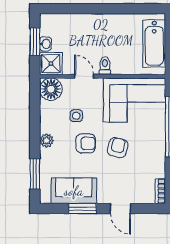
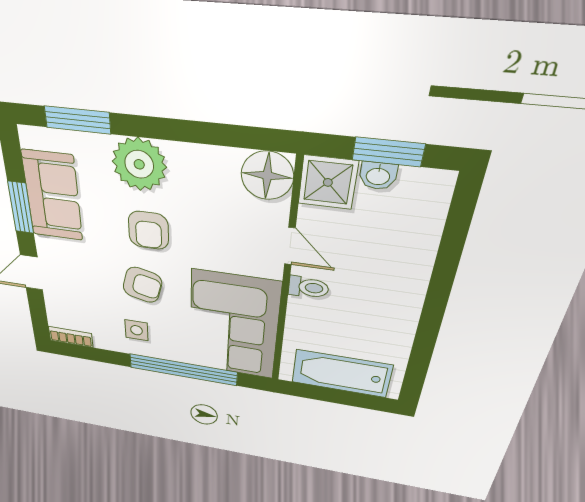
door: (84, 76) -> (290, 246), hinge flipped
side table: (76, 116) -> (136, 330), moved
plant: (46, 141) -> (139, 164), width x1.87, depth x1.87

